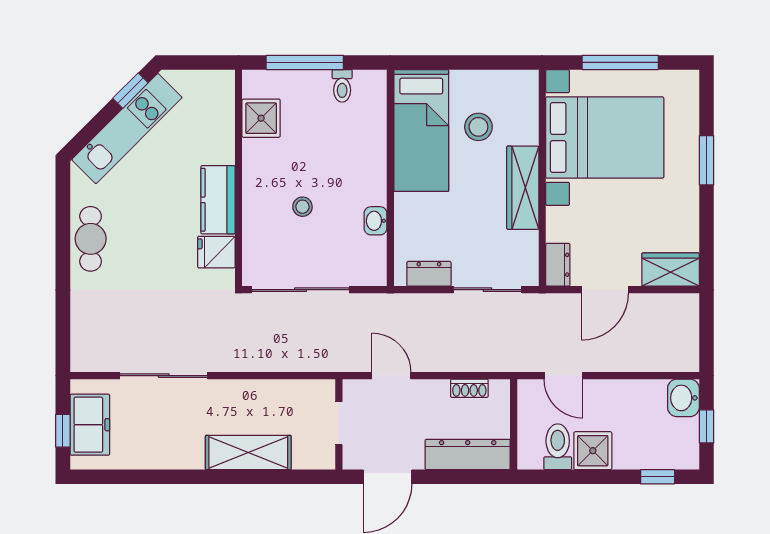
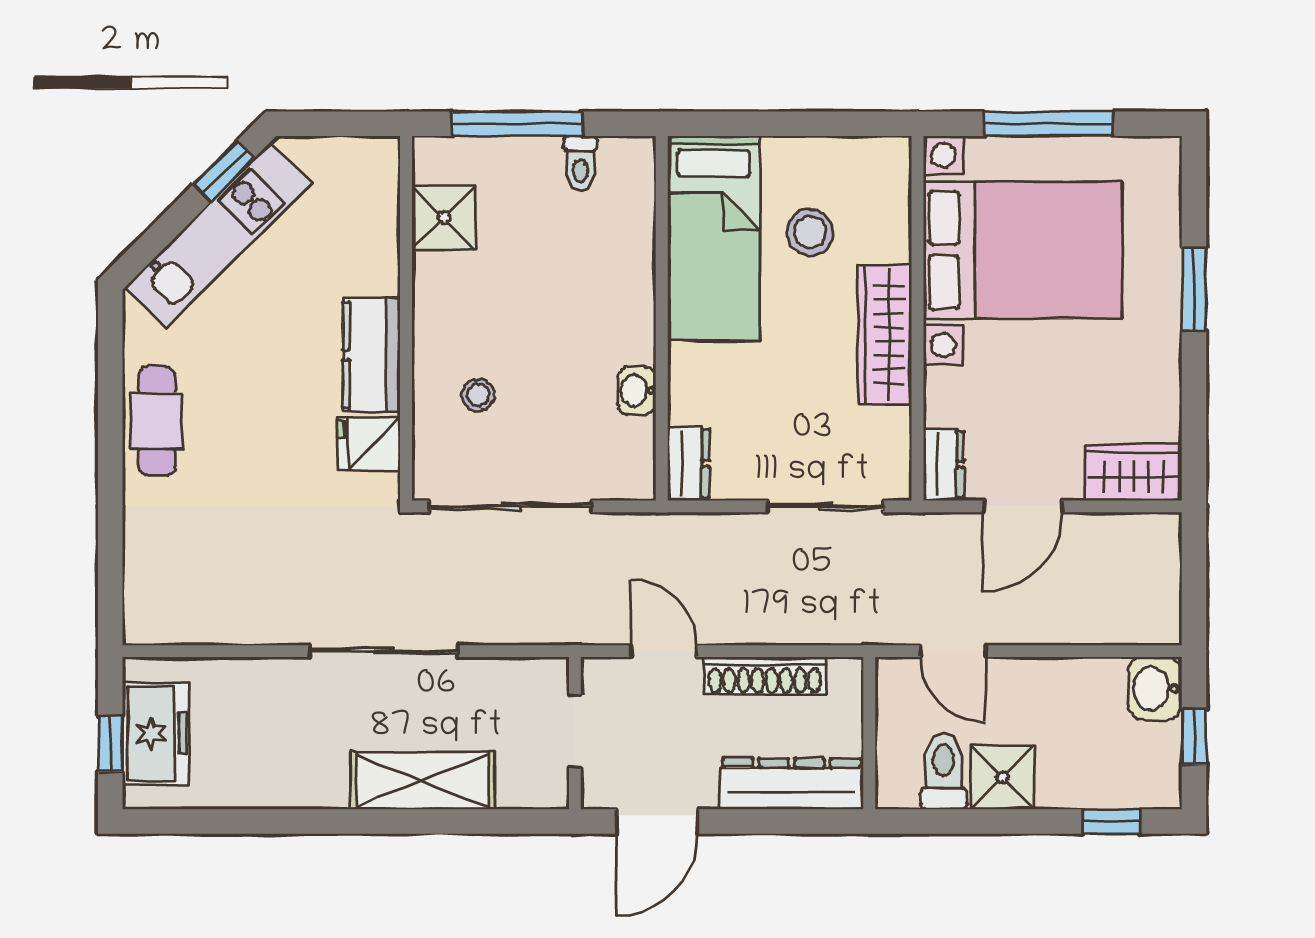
stool: (302, 207) -> (478, 395), moved
dresser: (429, 274) -> (688, 463), moved, turned 90
sliding door: (164, 376) -> (384, 651), moved
shoe rack: (469, 388) -> (765, 676), width x1.94, depth x1.24

